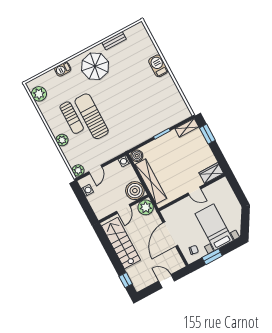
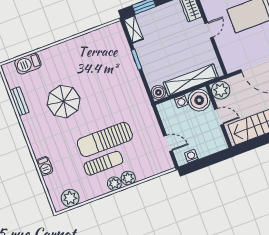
parasol: (95, 66) -> (64, 101), moved
barbecue: (158, 66) -> (28, 64), moved
washing machine: (124, 161) -> (181, 101), moved
plant: (78, 170) -> (114, 183), moved

